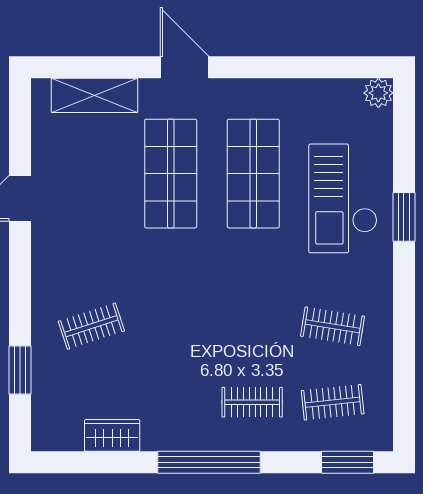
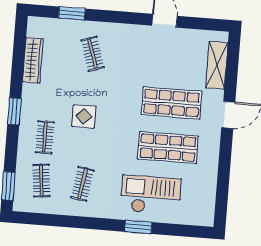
plant: (378, 93) -> (206, 218), removed
display table: (208, 333) -> (84, 116), added
wardrobe: (112, 435) -> (33, 60), width x1.50
window: (209, 462) -> (14, 111), width x0.47

